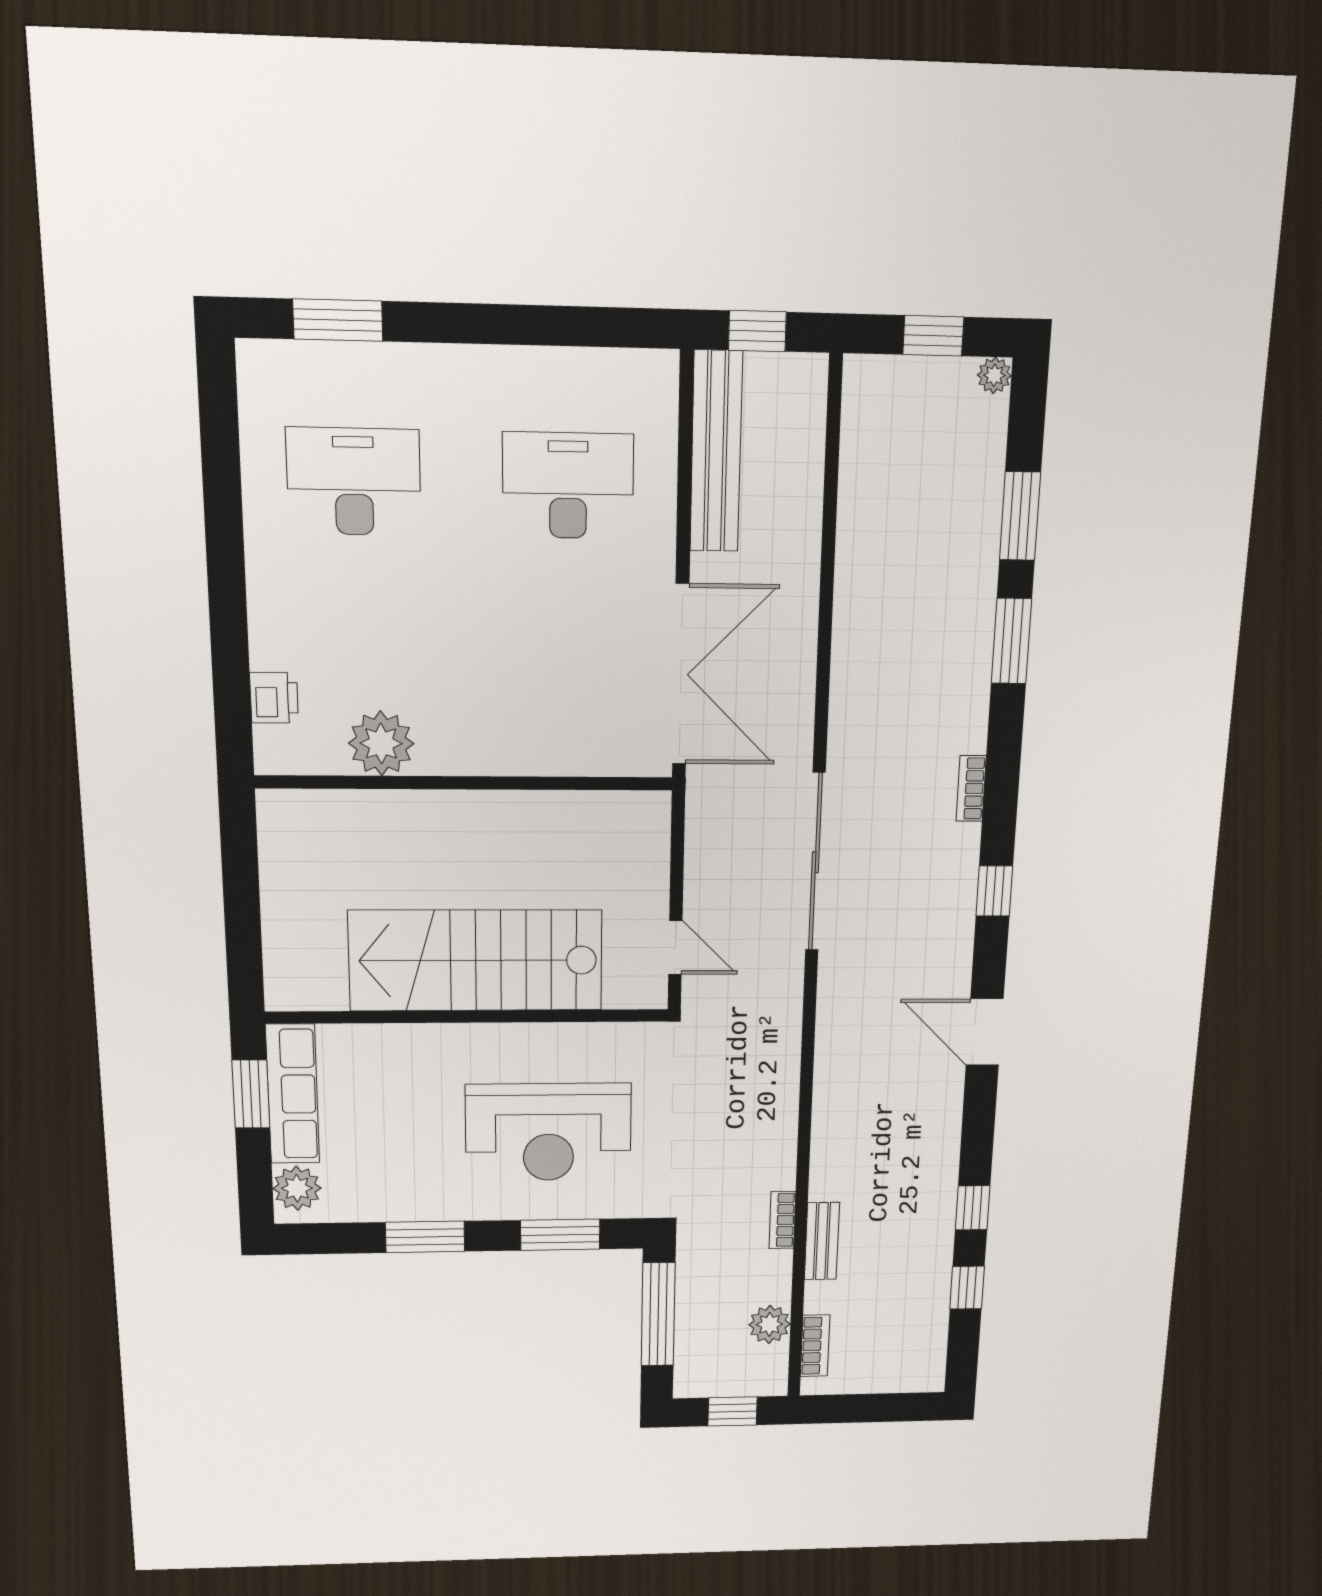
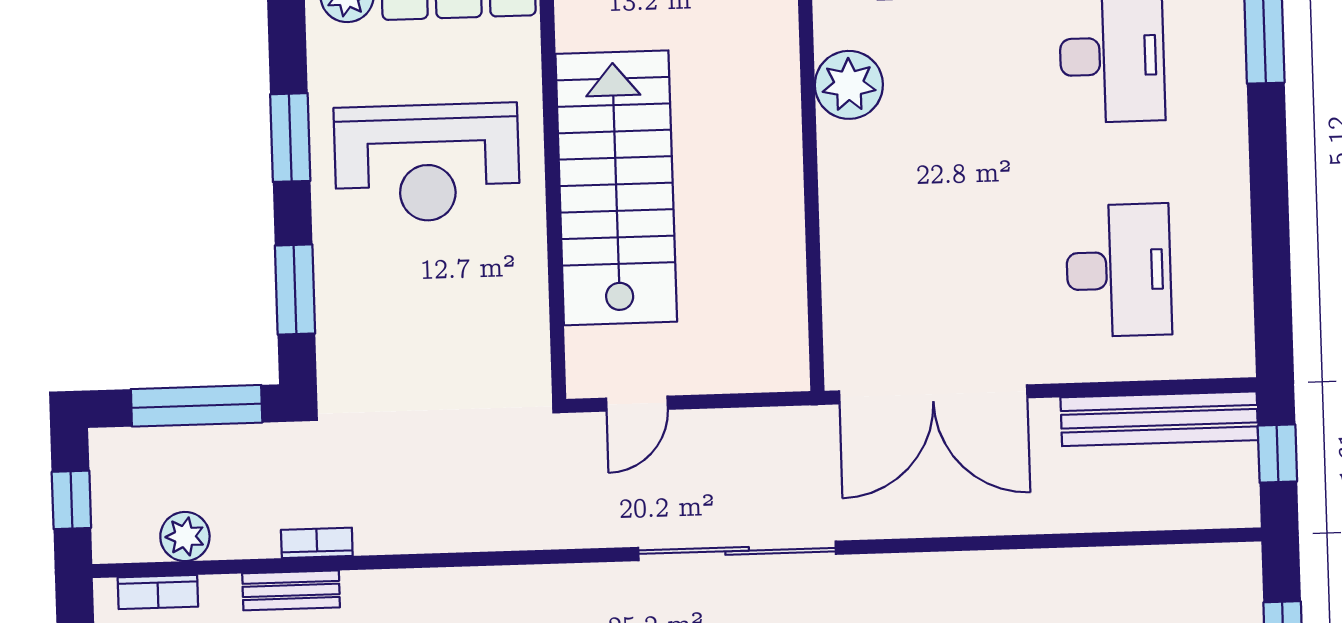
reception desk: (548, 1132) -> (427, 163), moved, turned -90

